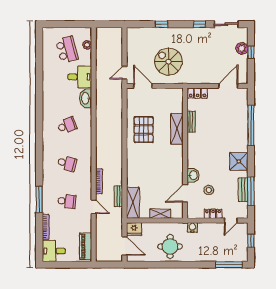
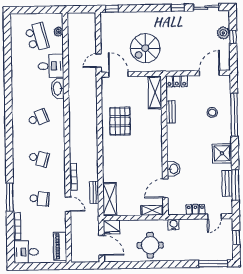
window: (161, 24) -> (112, 9), moved
spiral stairs: (168, 62) -> (145, 48), turned -90
shelving: (177, 129) -> (155, 92), moved
stool: (209, 190) -> (212, 112), moved
shelving: (160, 214) -> (152, 210), moved

